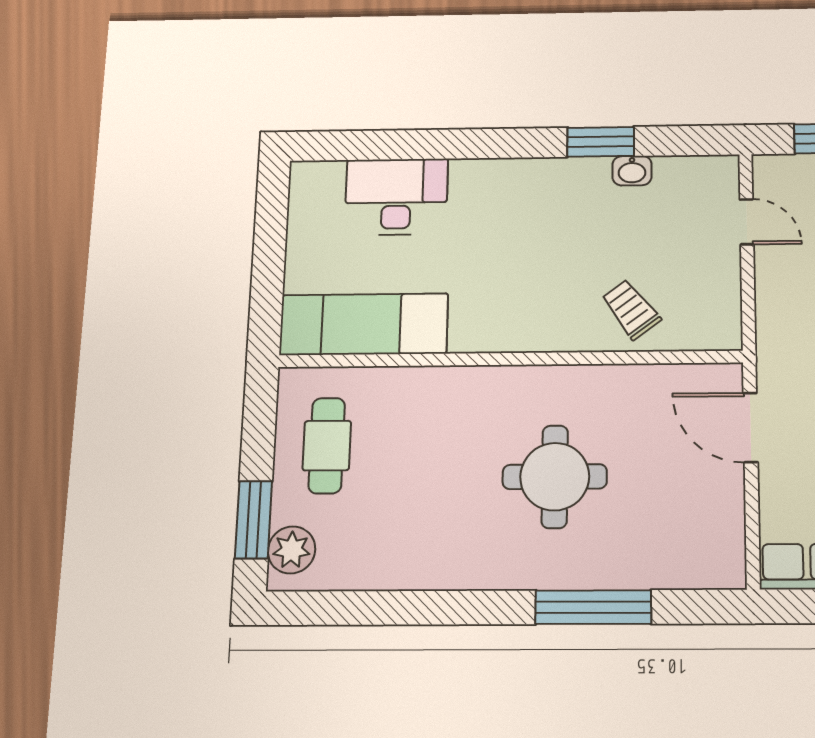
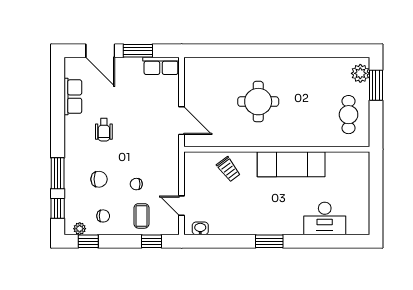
window: (601, 142) -> (269, 241), moved
washbasin: (632, 171) -> (200, 228), moved
exam couch: (364, 324) -> (291, 164), moved
window: (593, 607) -> (243, 51), removed

